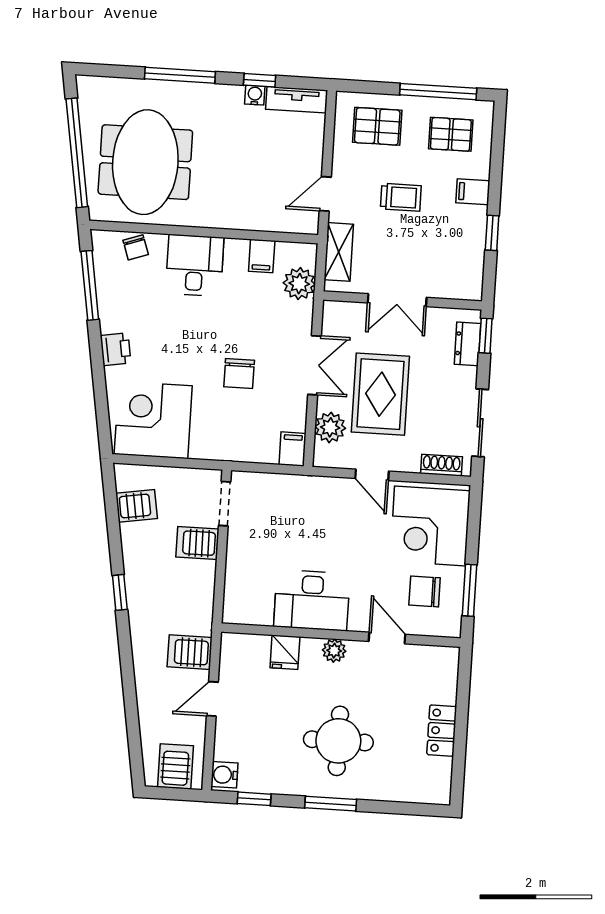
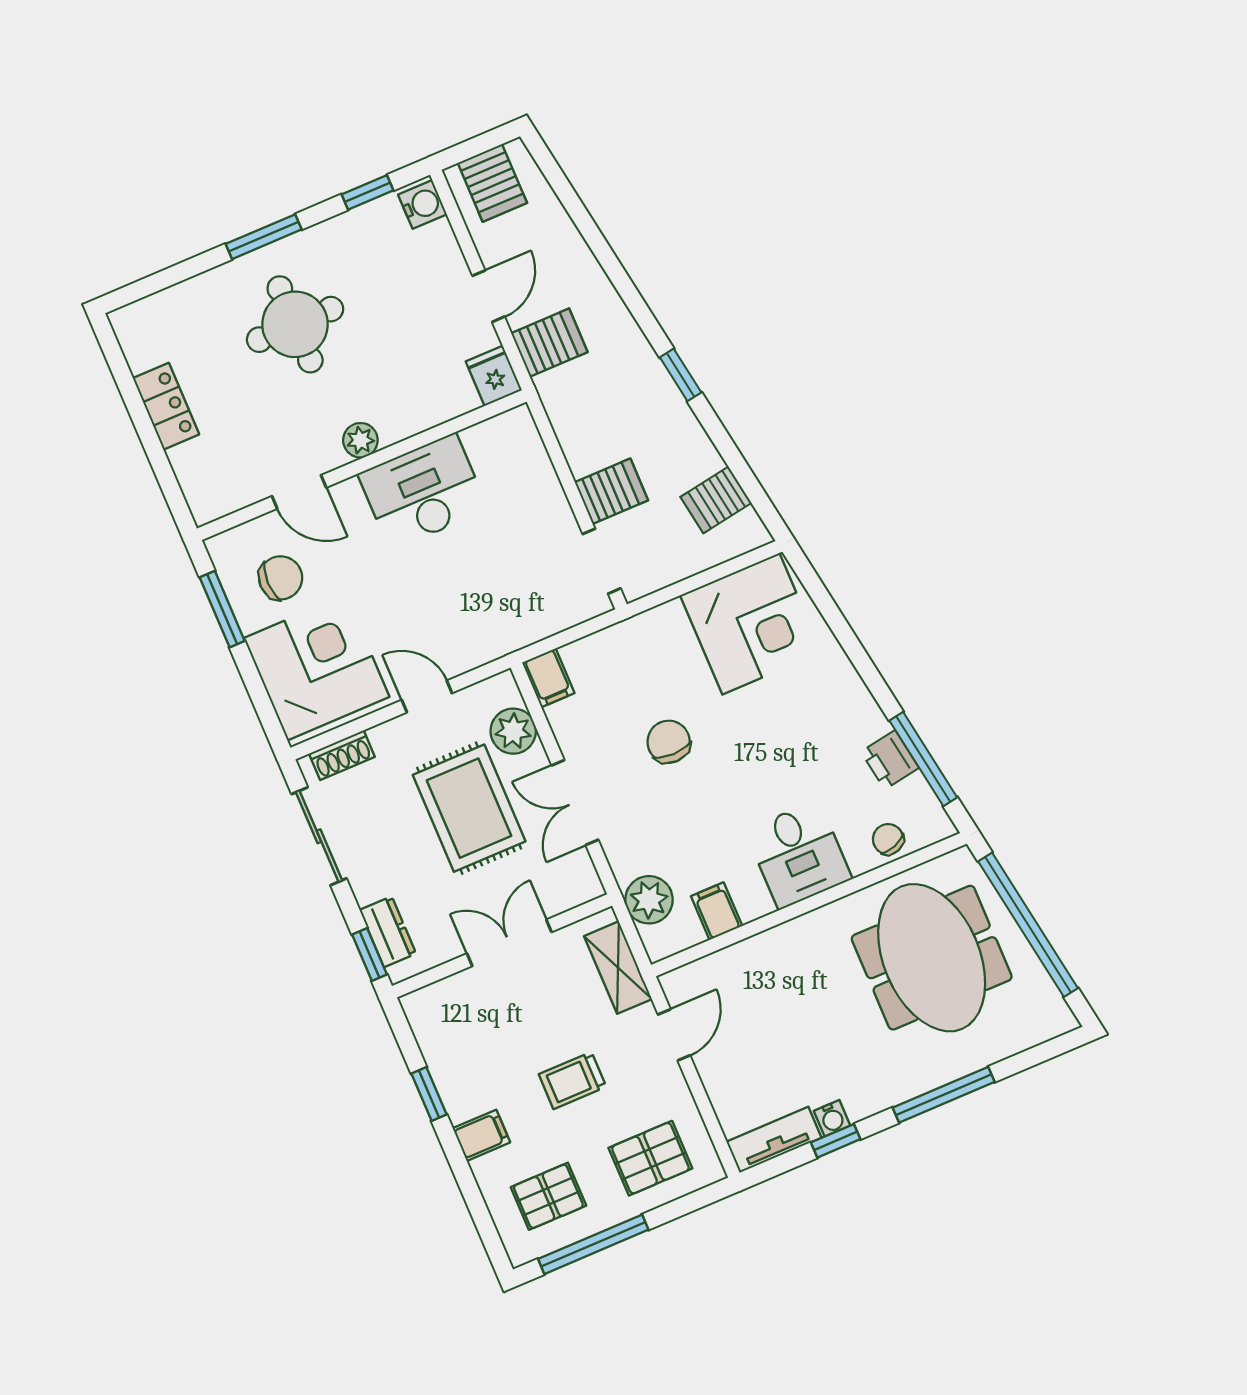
printer: (116, 349) -> (890, 760), moved
fridge: (285, 652) -> (494, 376), moved

